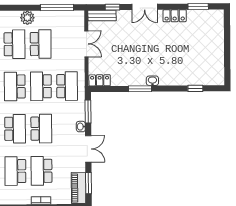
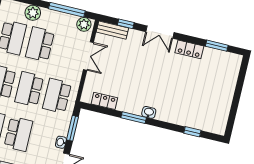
plant: (75, 17) -> (84, 24), added
school desk: (41, 44) -> (40, 44), turned 180
locker: (100, 80) -> (104, 101), moved
school desk: (67, 86) -> (57, 96), turned 180

